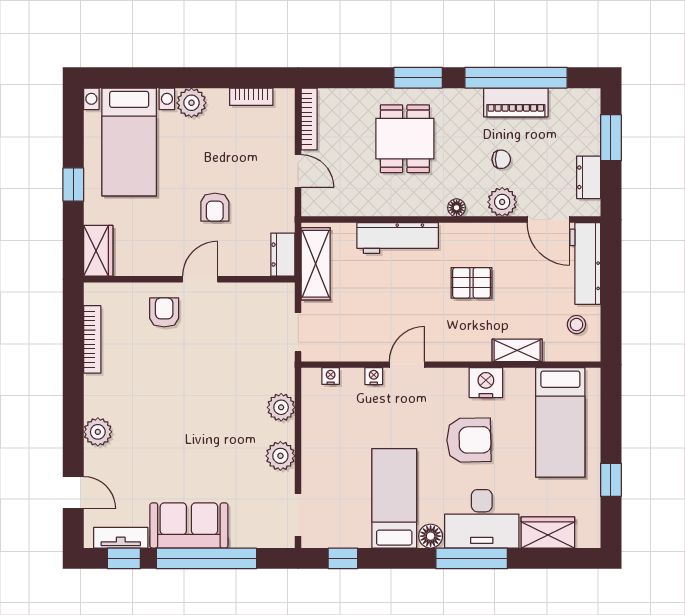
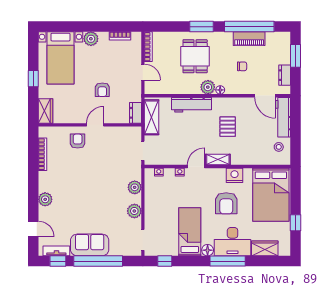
plant: (502, 202) -> (208, 87), moved
pallet: (472, 283) -> (228, 127), turned 90
shelving: (517, 350) -> (218, 160), moved
bed: (560, 422) -> (271, 195), width x1.50
armchair: (469, 440) -> (226, 203), turned 91

